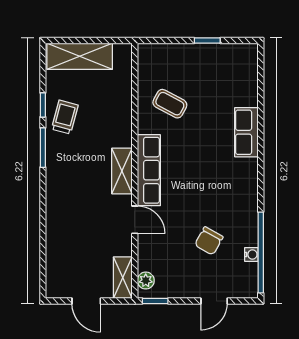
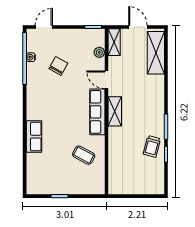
shelving: (80, 56) -> (156, 53), moved, turned 90
plant: (146, 281) -> (99, 52), moved
door: (214, 301) -> (44, 27), moved

